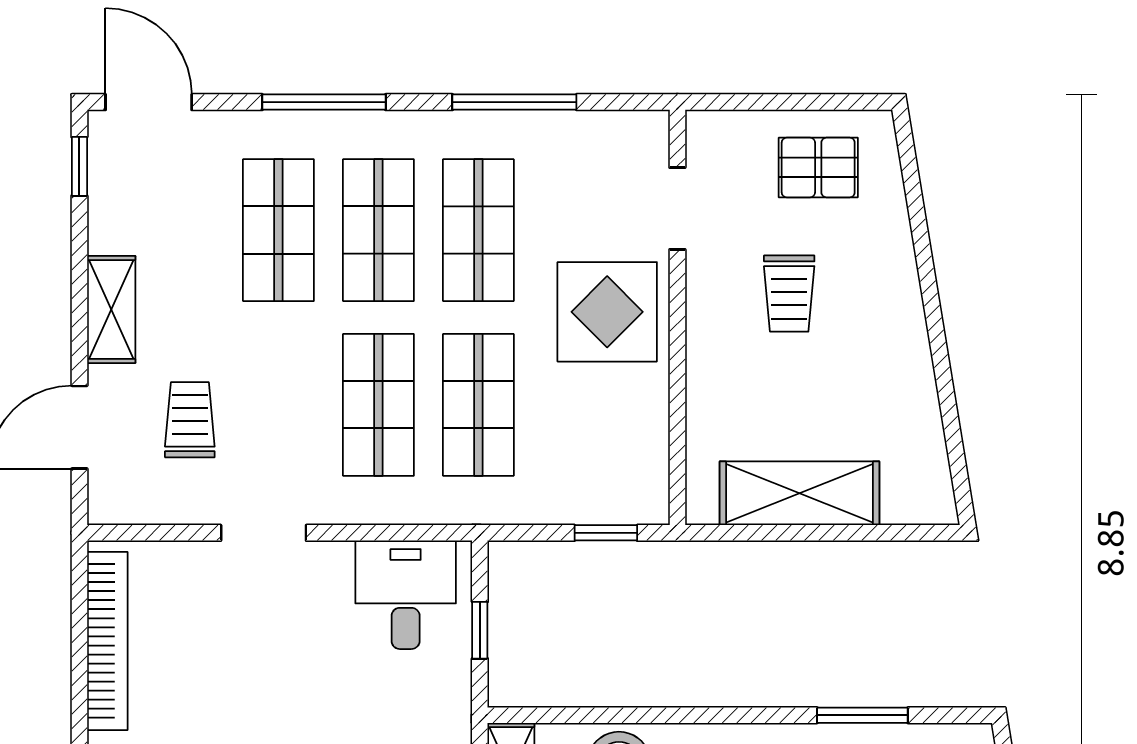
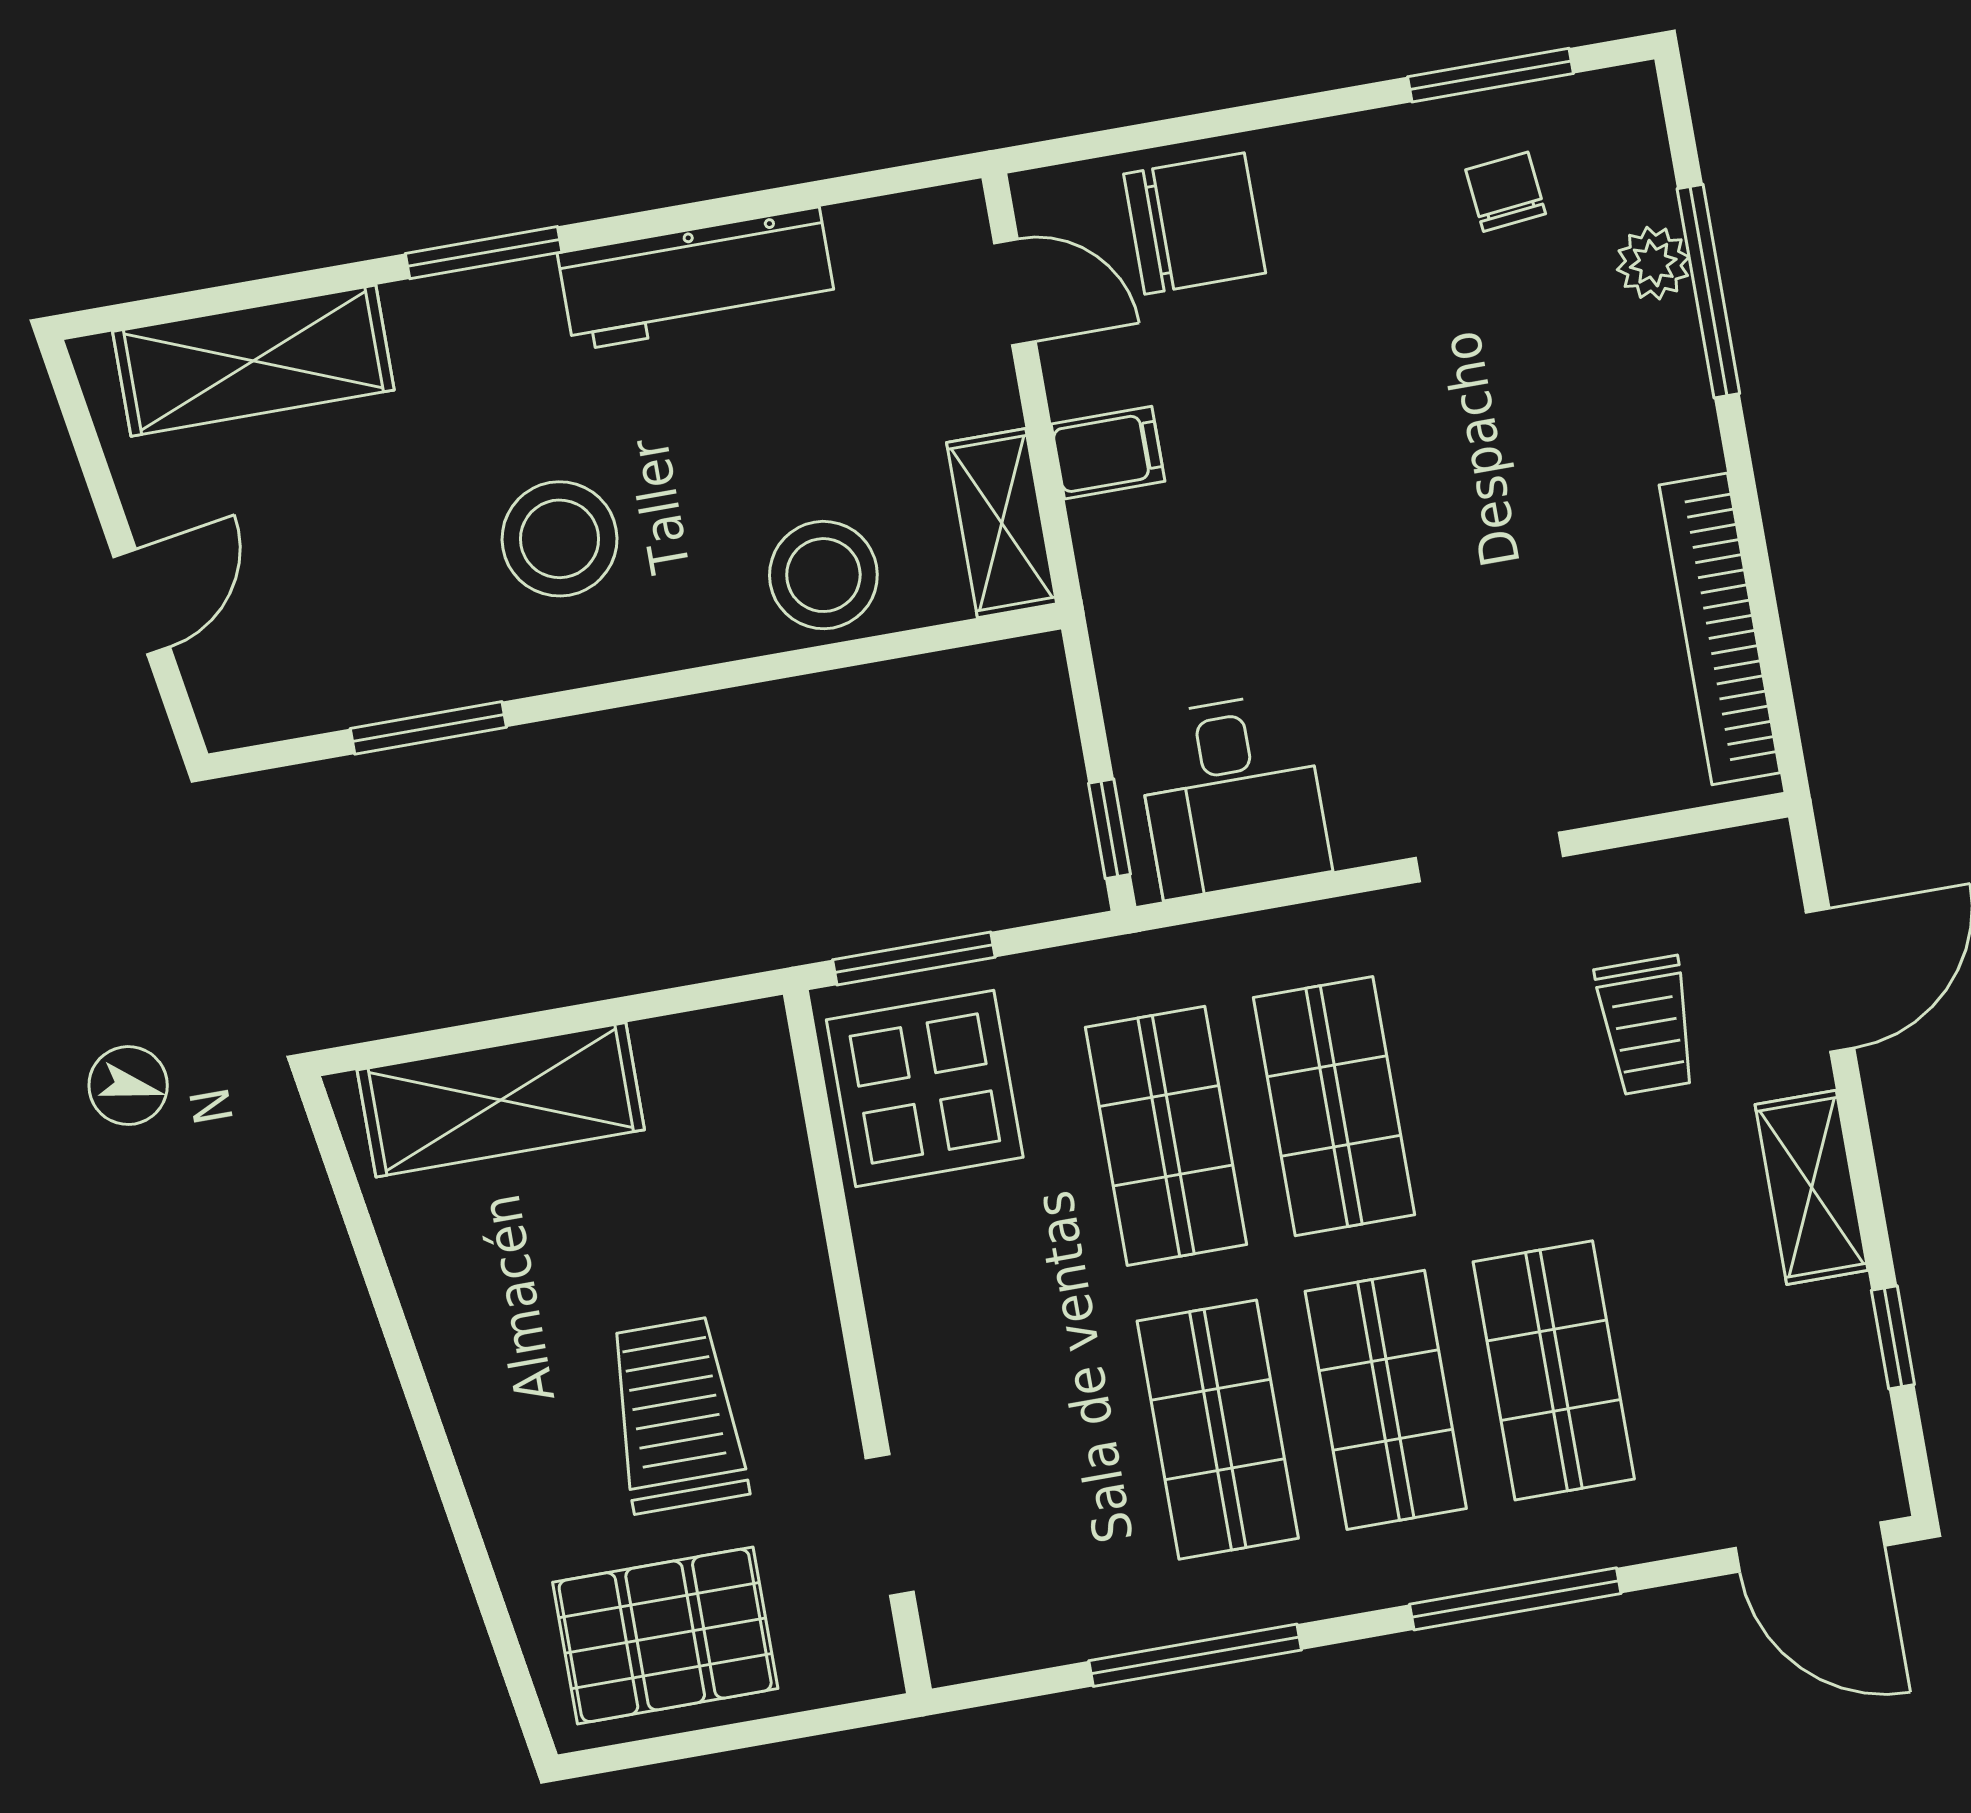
window: (79, 166) -> (1893, 1337), moved
pallet: (818, 167) -> (665, 1635), width x1.50, depth x1.42
trolley: (789, 294) -> (677, 1415), width x1.36, depth x1.39
display table: (607, 312) -> (925, 1089), moved
shelving: (800, 493) -> (501, 1100), moved
window: (606, 533) -> (914, 958), width x1.50
window: (480, 630) -> (1109, 829), moved

